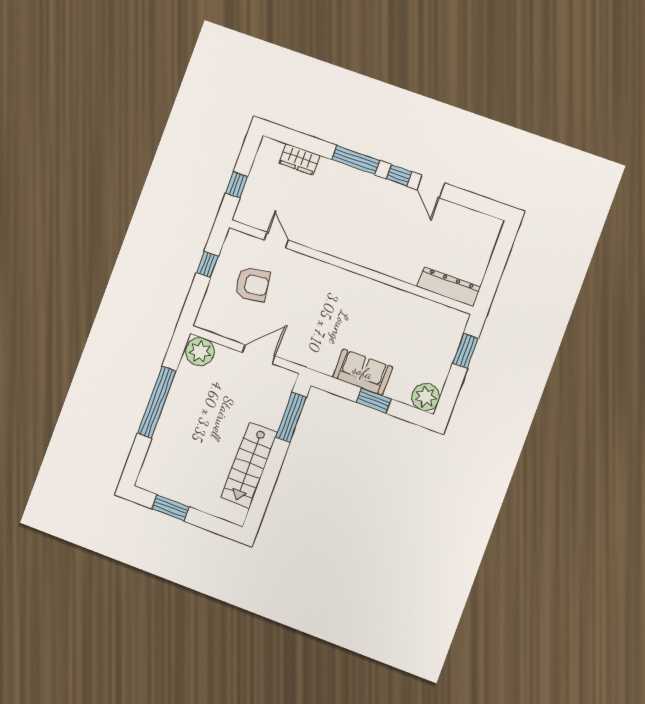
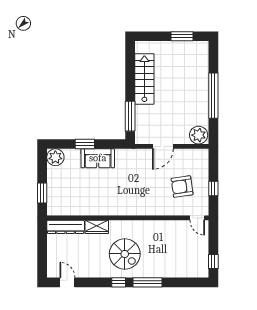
wardrobe: (299, 159) -> (97, 227), moved, turned 180
window: (237, 185) -> (213, 261), moved
door: (431, 186) -> (67, 282), moved
spiral stairs: (374, 214) -> (125, 254), added
door: (276, 240) -> (197, 218), moved

